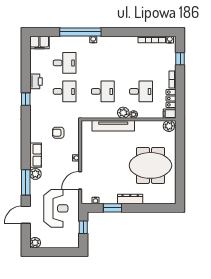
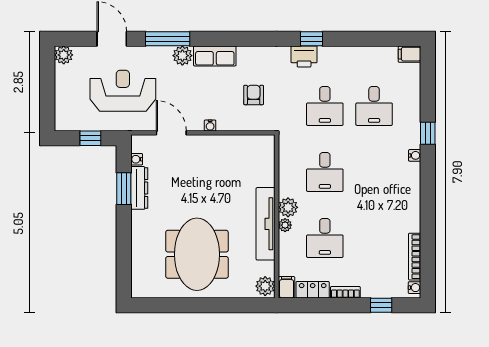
window: (80, 32) -> (428, 133), width x0.32
filing cabinet: (39, 42) -> (409, 54), width x0.50
printer: (36, 81) -> (304, 56), moved
tv unit: (113, 126) -> (266, 224), moved
dresser: (130, 199) -> (139, 188), moved
reception desk: (56, 208) -> (123, 91), turned 180

